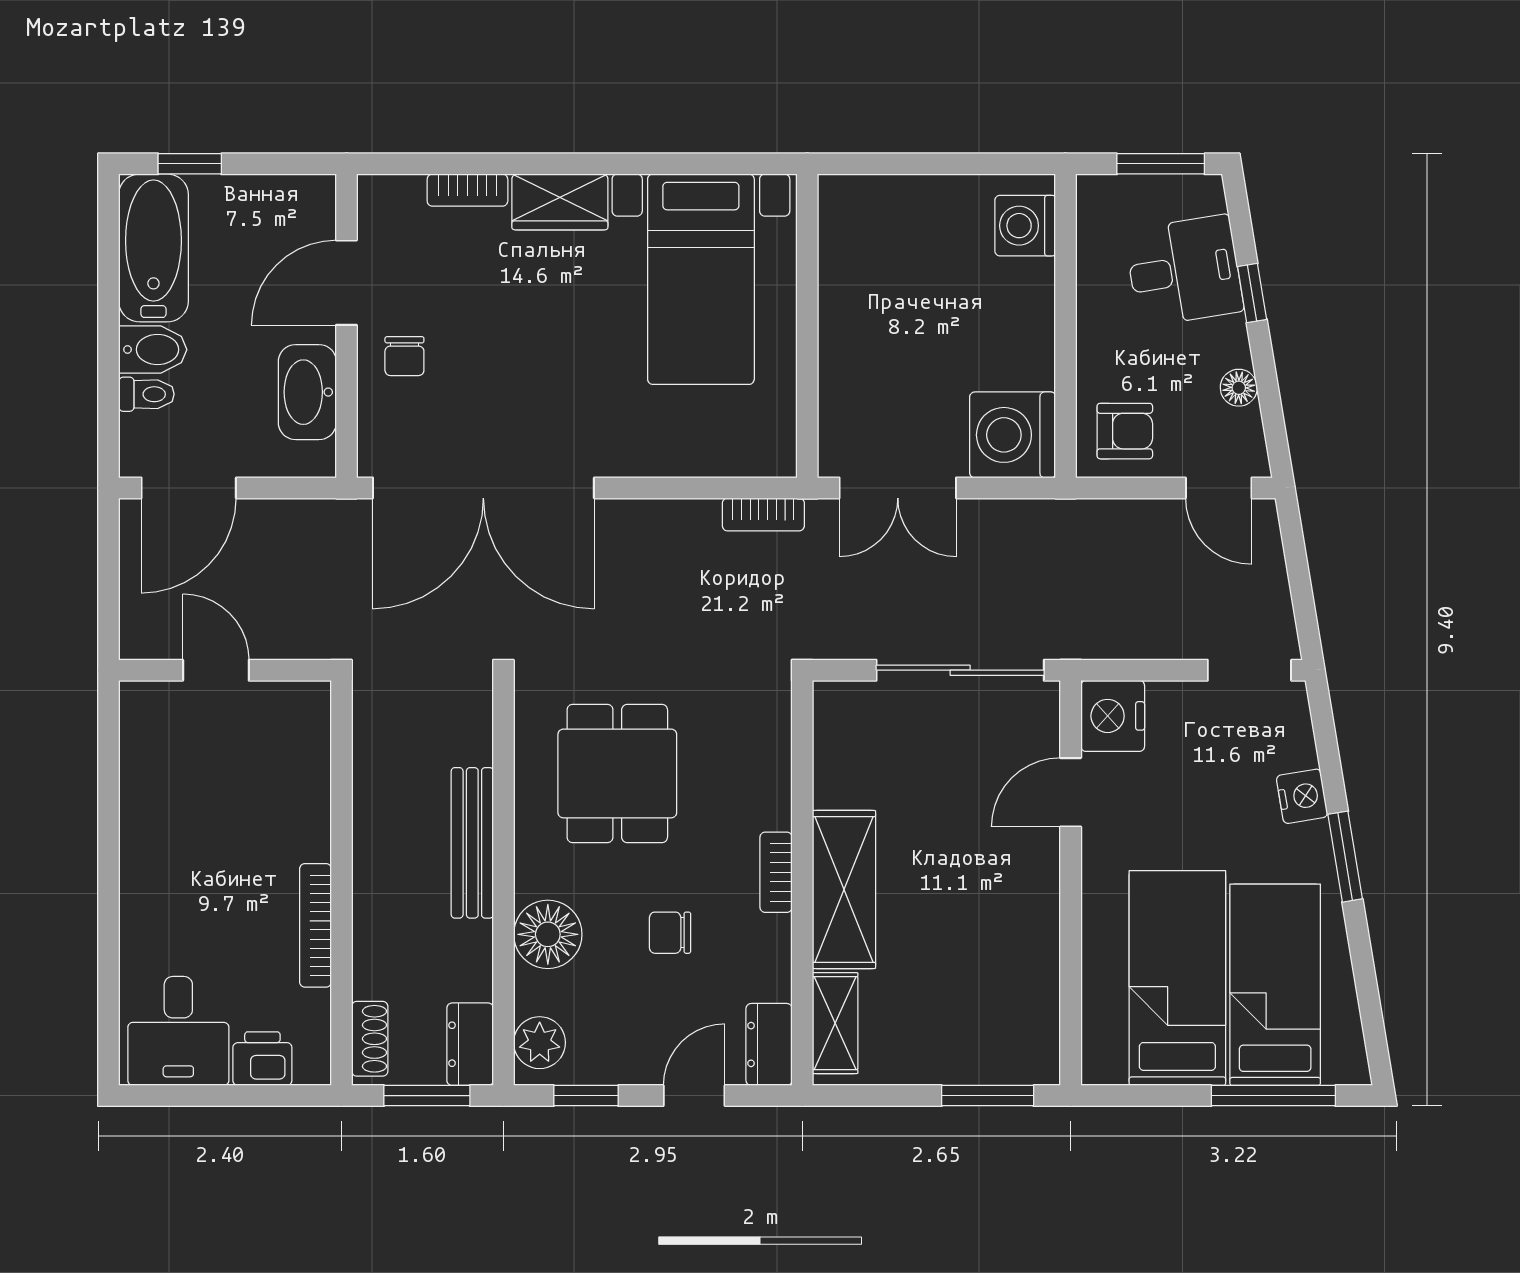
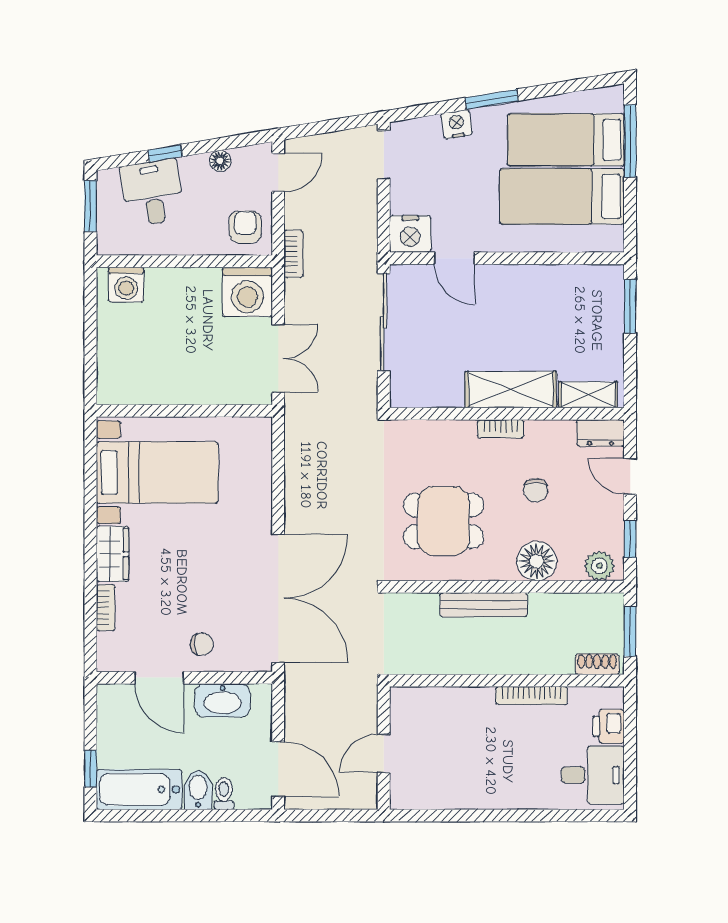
bookcase: (763, 514) -> (293, 254), moved
dresser: (470, 1044) -> (600, 606), removed

